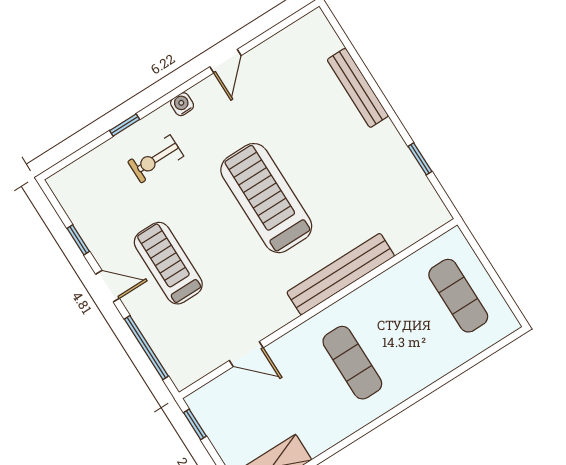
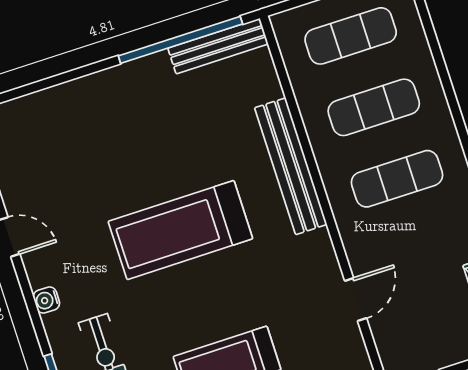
bench: (358, 88) -> (218, 46), moved
window: (420, 159) -> (180, 40), width x3.17
exercise mat: (405, 329) -> (374, 107), added

